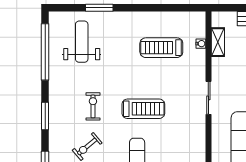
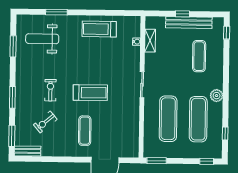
weight bench: (82, 42) -> (42, 39), turned -90
treadmill: (161, 48) -> (99, 29), moved
window: (45, 52) -> (13, 46), width x0.47

